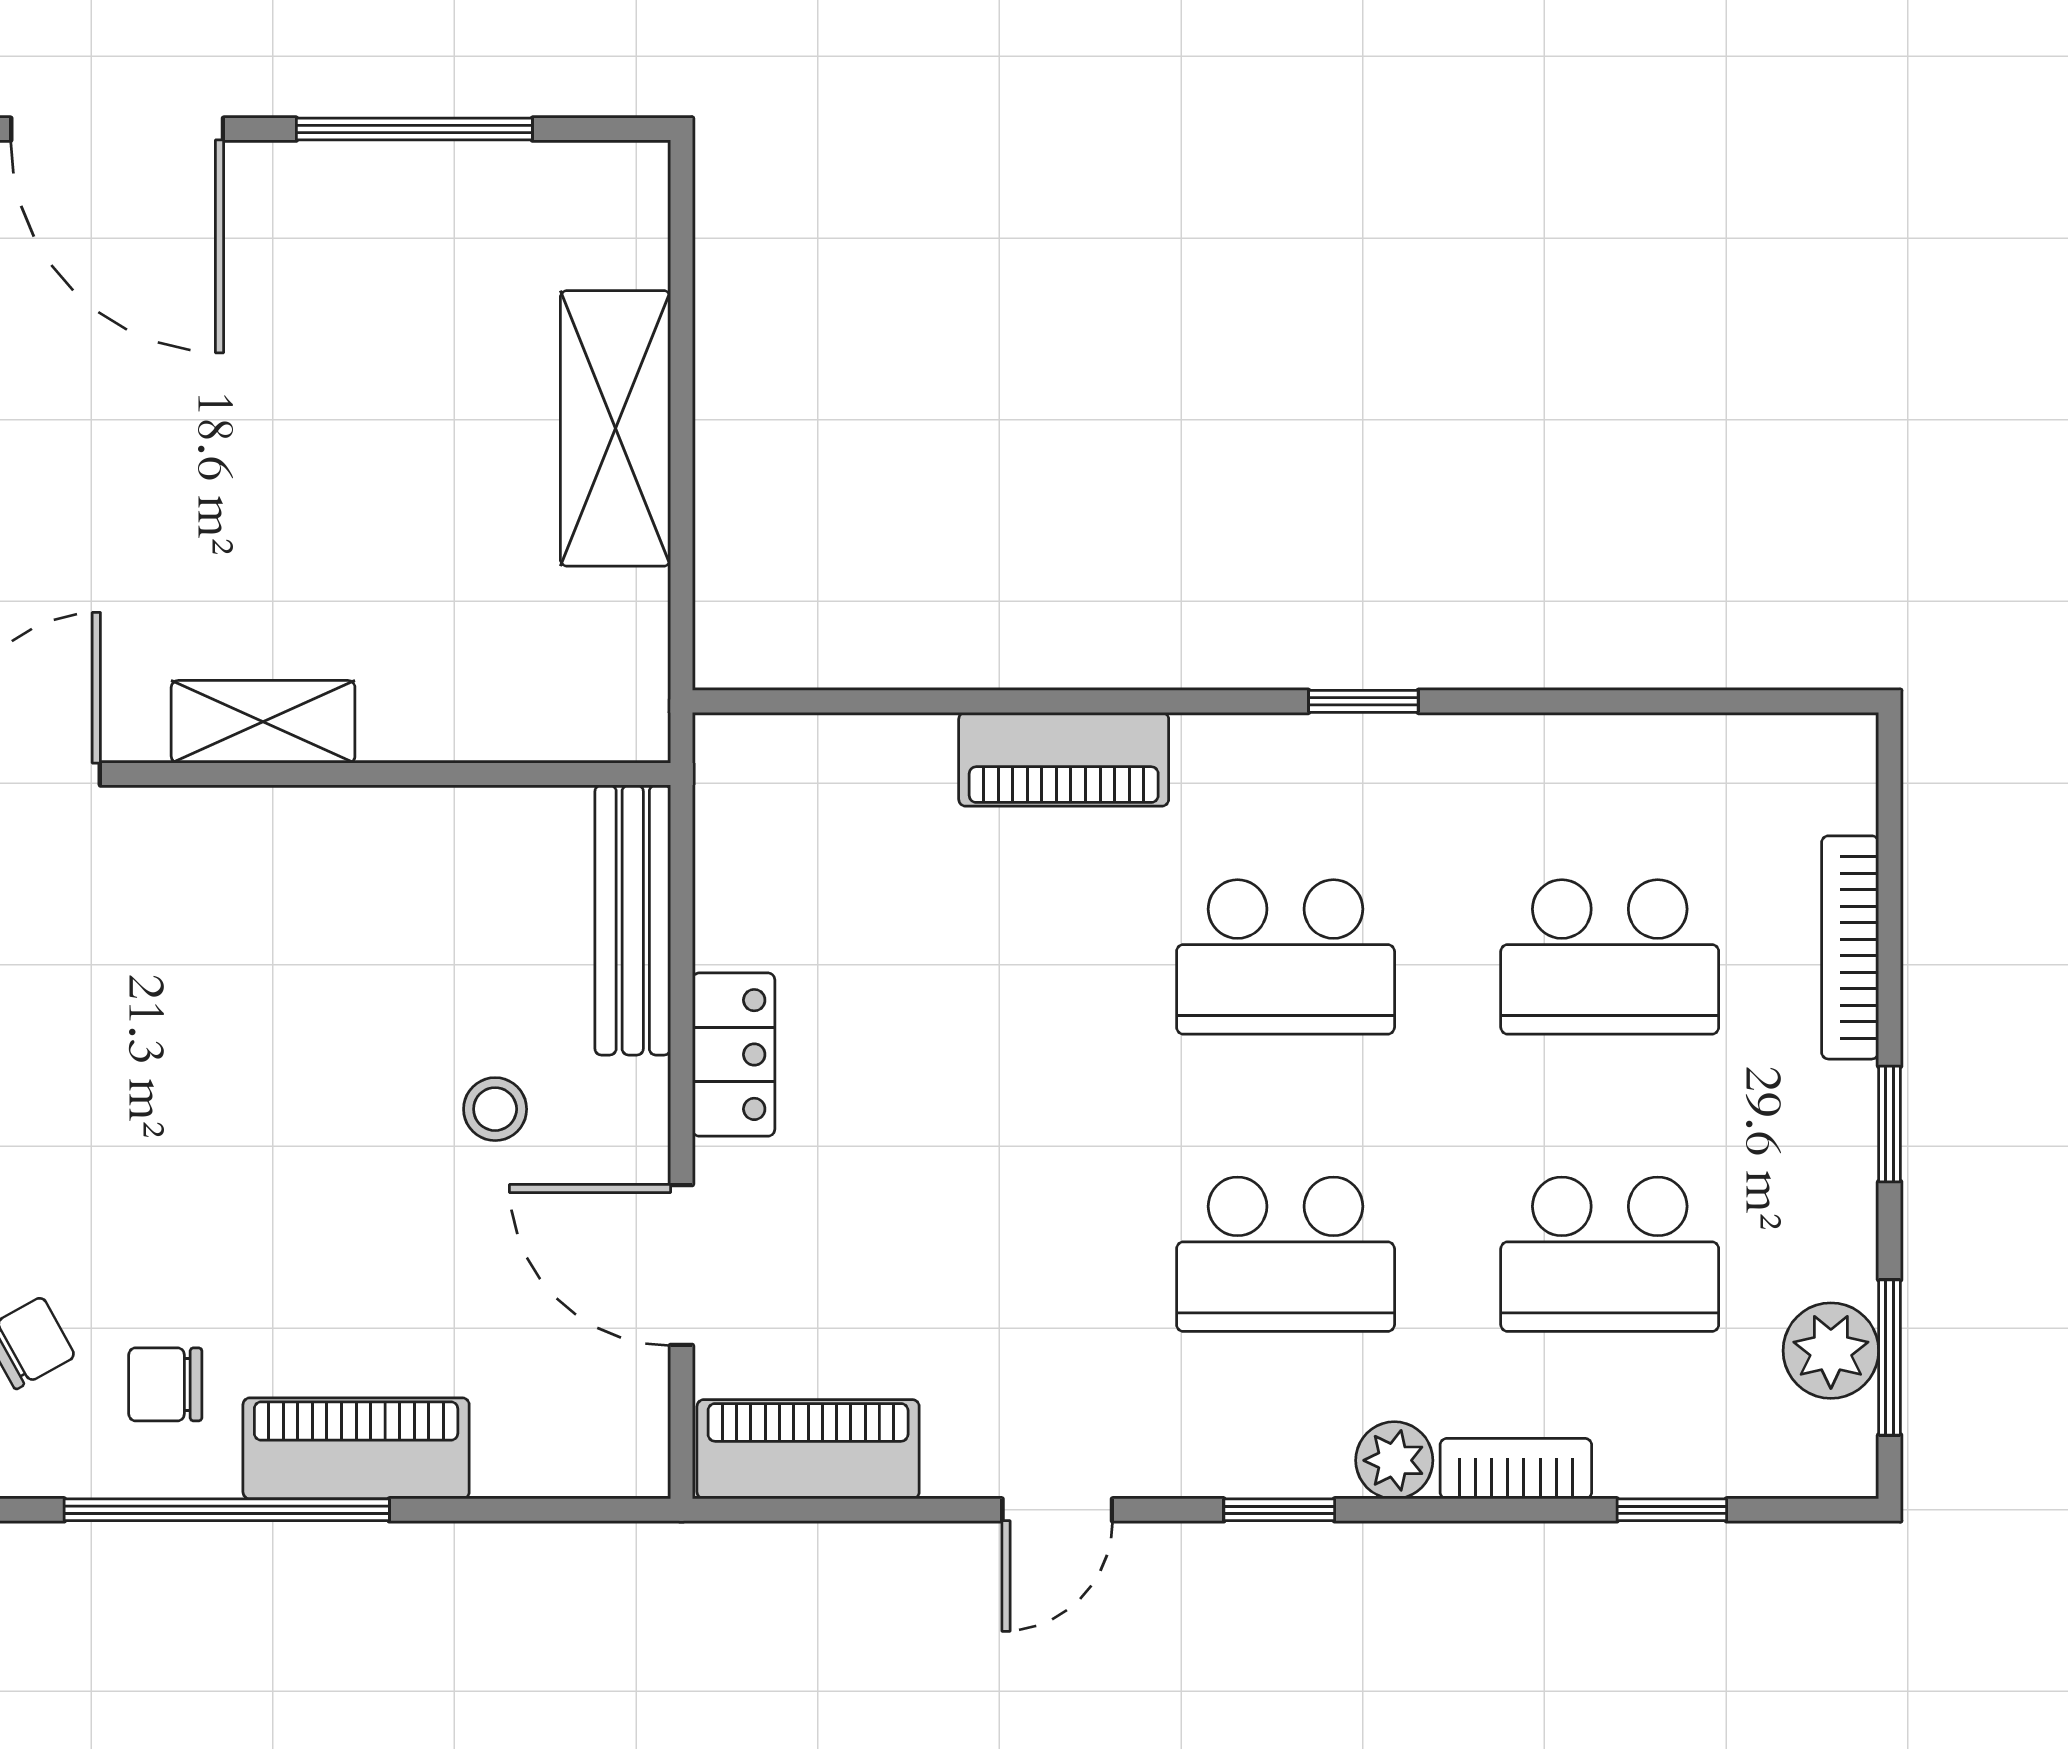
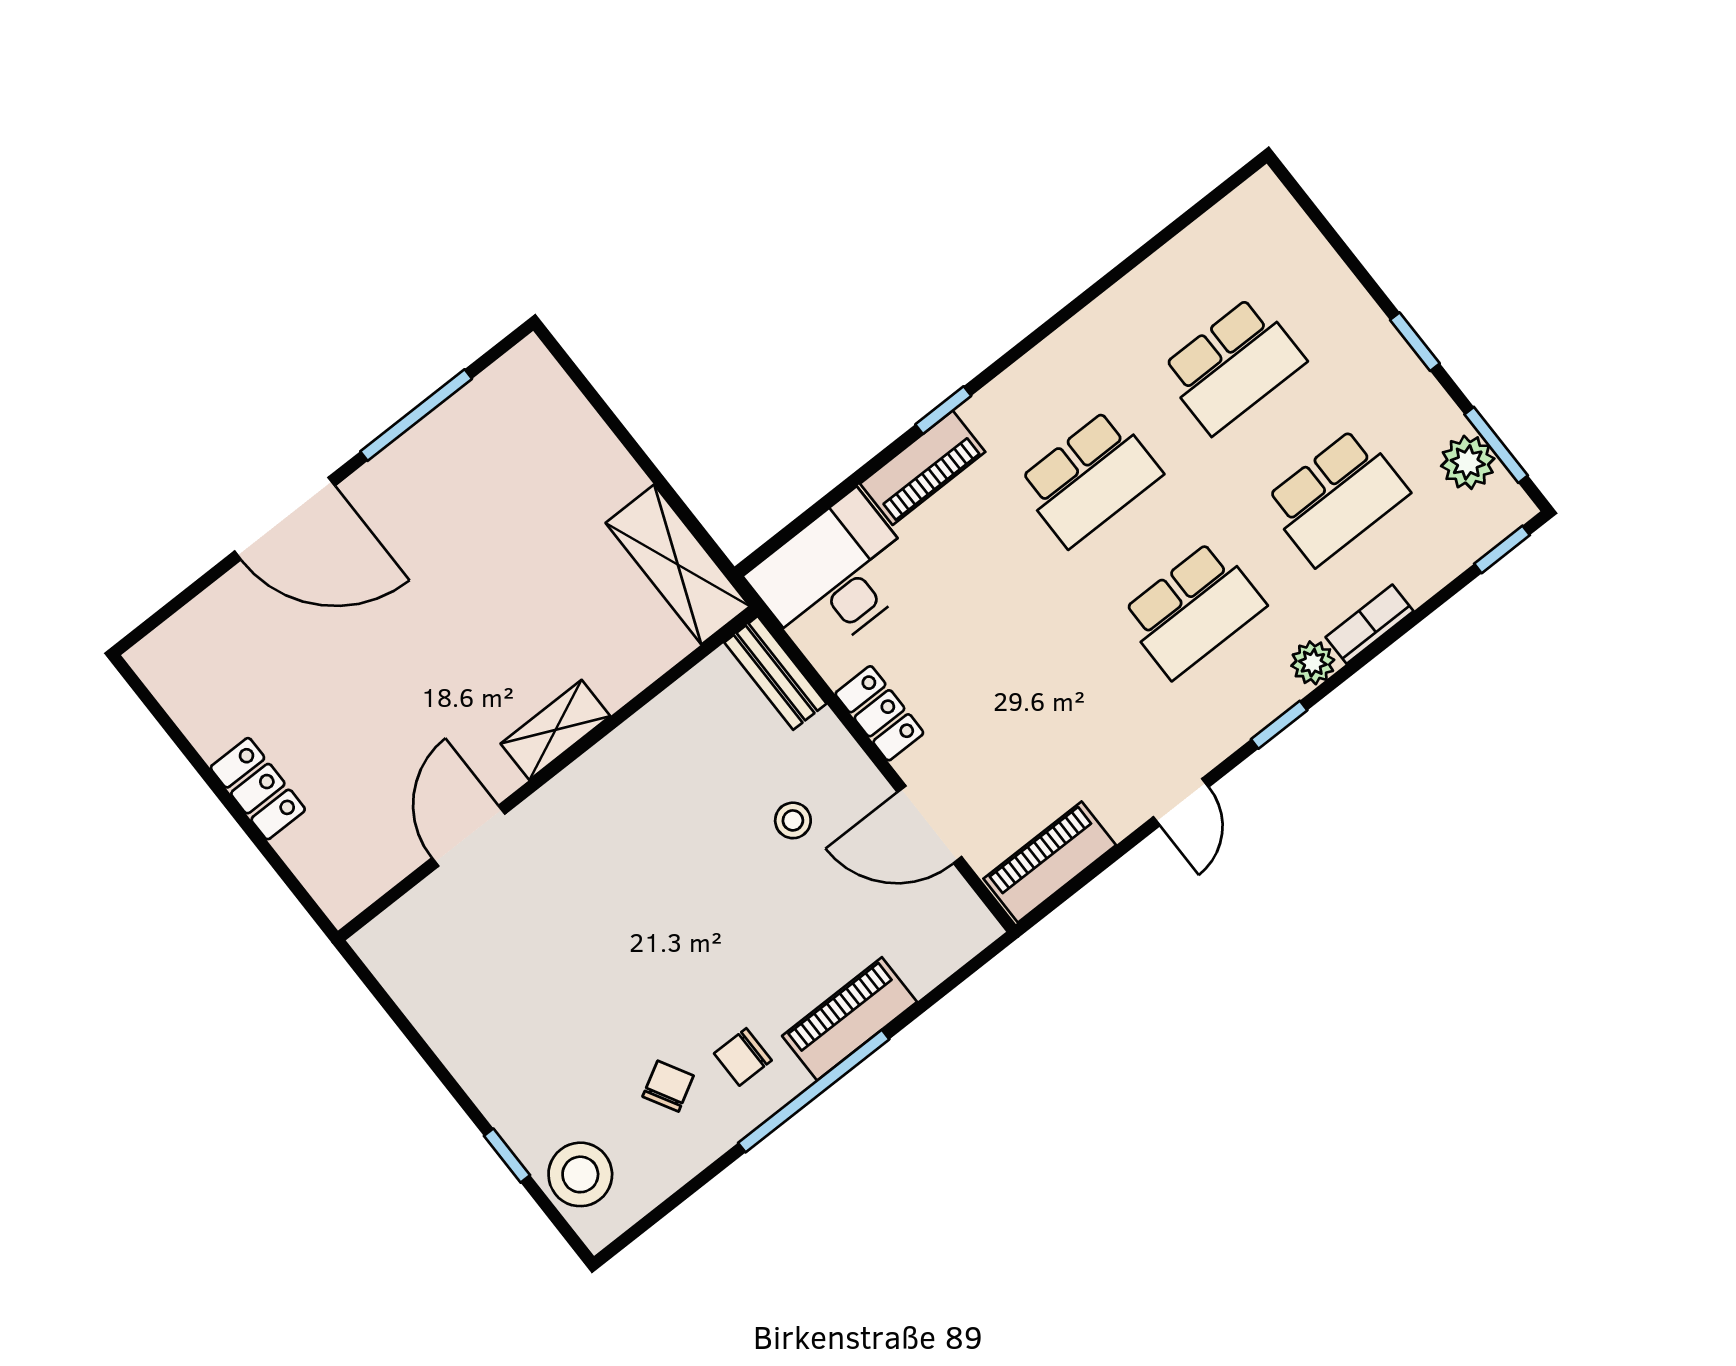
shelving: (615, 428) -> (678, 565), moved
window: (1363, 701) -> (943, 410), moved
desk: (822, 814) -> (835, 576), added
bench: (633, 920) -> (775, 673), width x0.73
bookcase: (1850, 947) -> (1336, 277), removed
window: (1672, 1510) -> (1502, 549), moved

